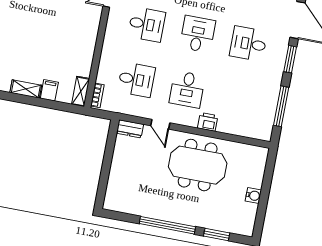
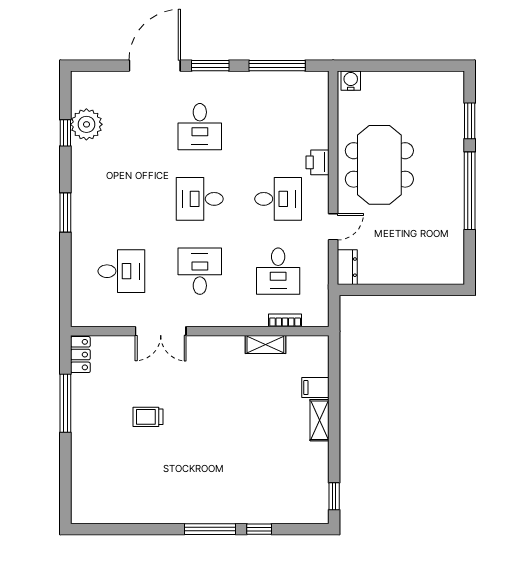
desk: (136, 80) -> (278, 271), turned 180
shelving: (81, 91) -> (265, 344), moved
bookcase: (97, 95) -> (285, 320), moved
water cooler: (253, 196) -> (351, 81), moved

